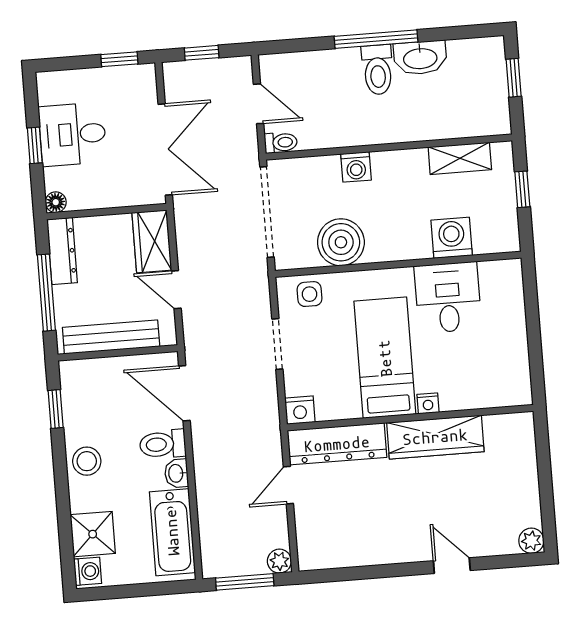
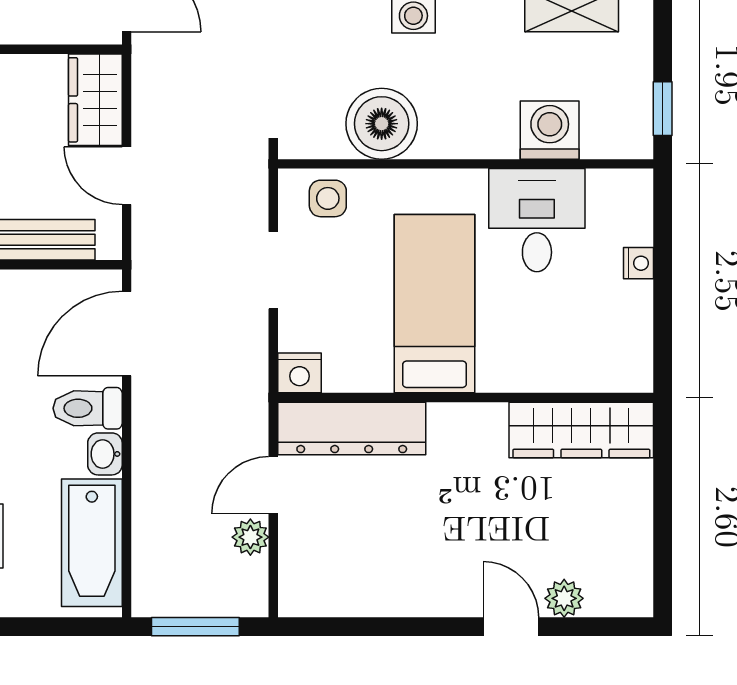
window: (522, 189) -> (663, 109), moved
door: (184, 393) -> (127, 334), hinge flipped
nightstand: (428, 403) -> (639, 263), moved, turned -90
wardrobe: (435, 437) -> (581, 430), moved
plant: (531, 541) -> (564, 598), moved
plant: (279, 561) -> (250, 537), moved

